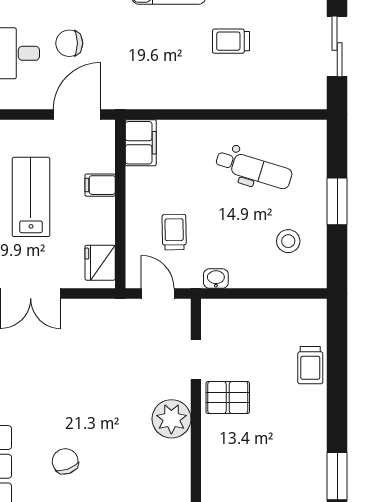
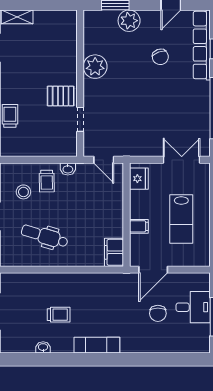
chair: (69, 43) -> (158, 313), turned 90
trolley: (174, 232) -> (47, 181), moved
plant: (171, 419) -> (95, 67), moved

